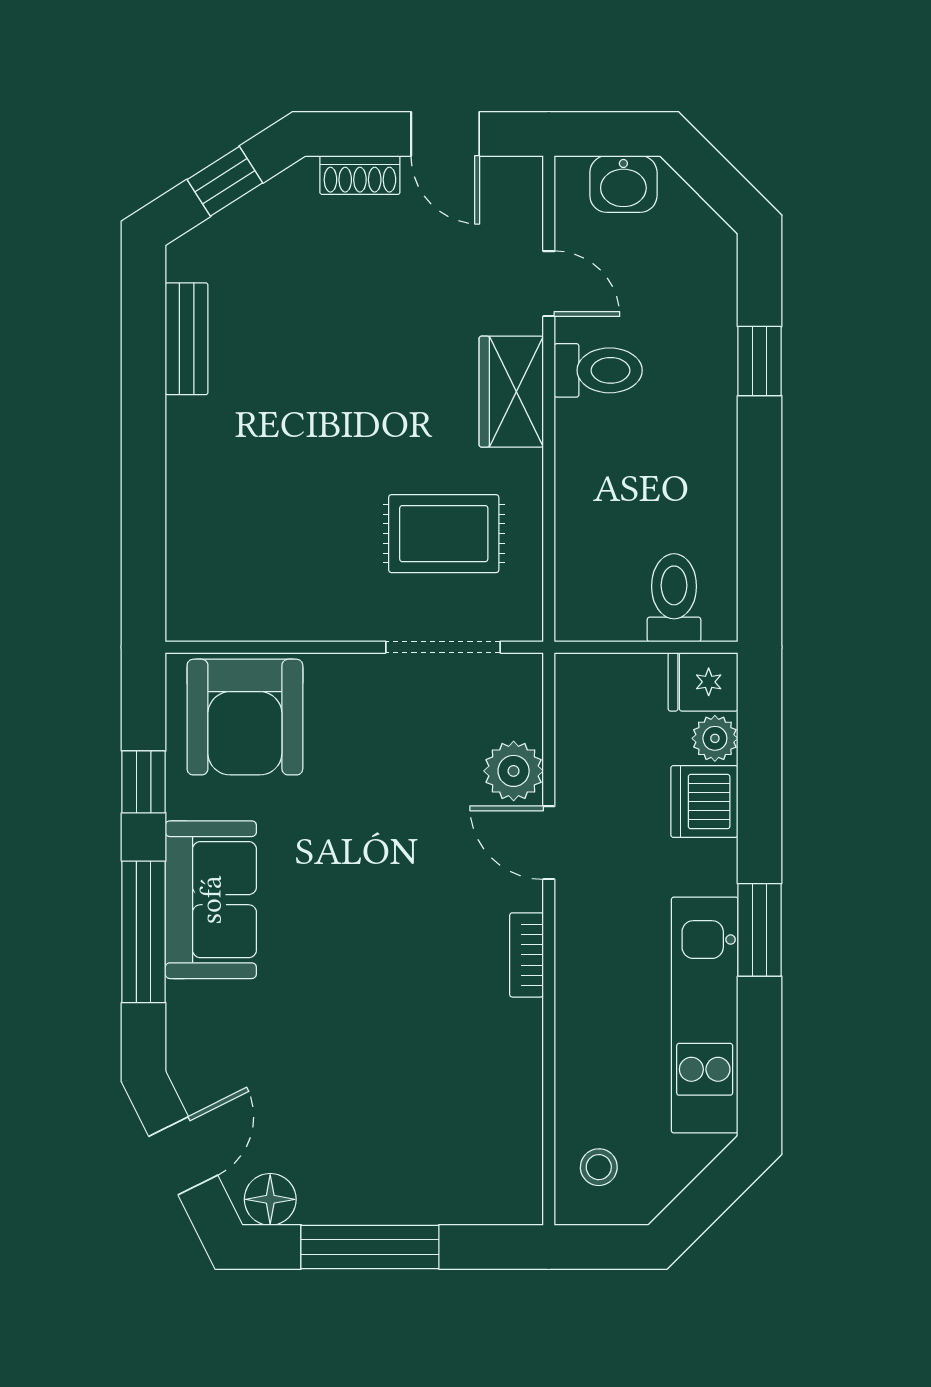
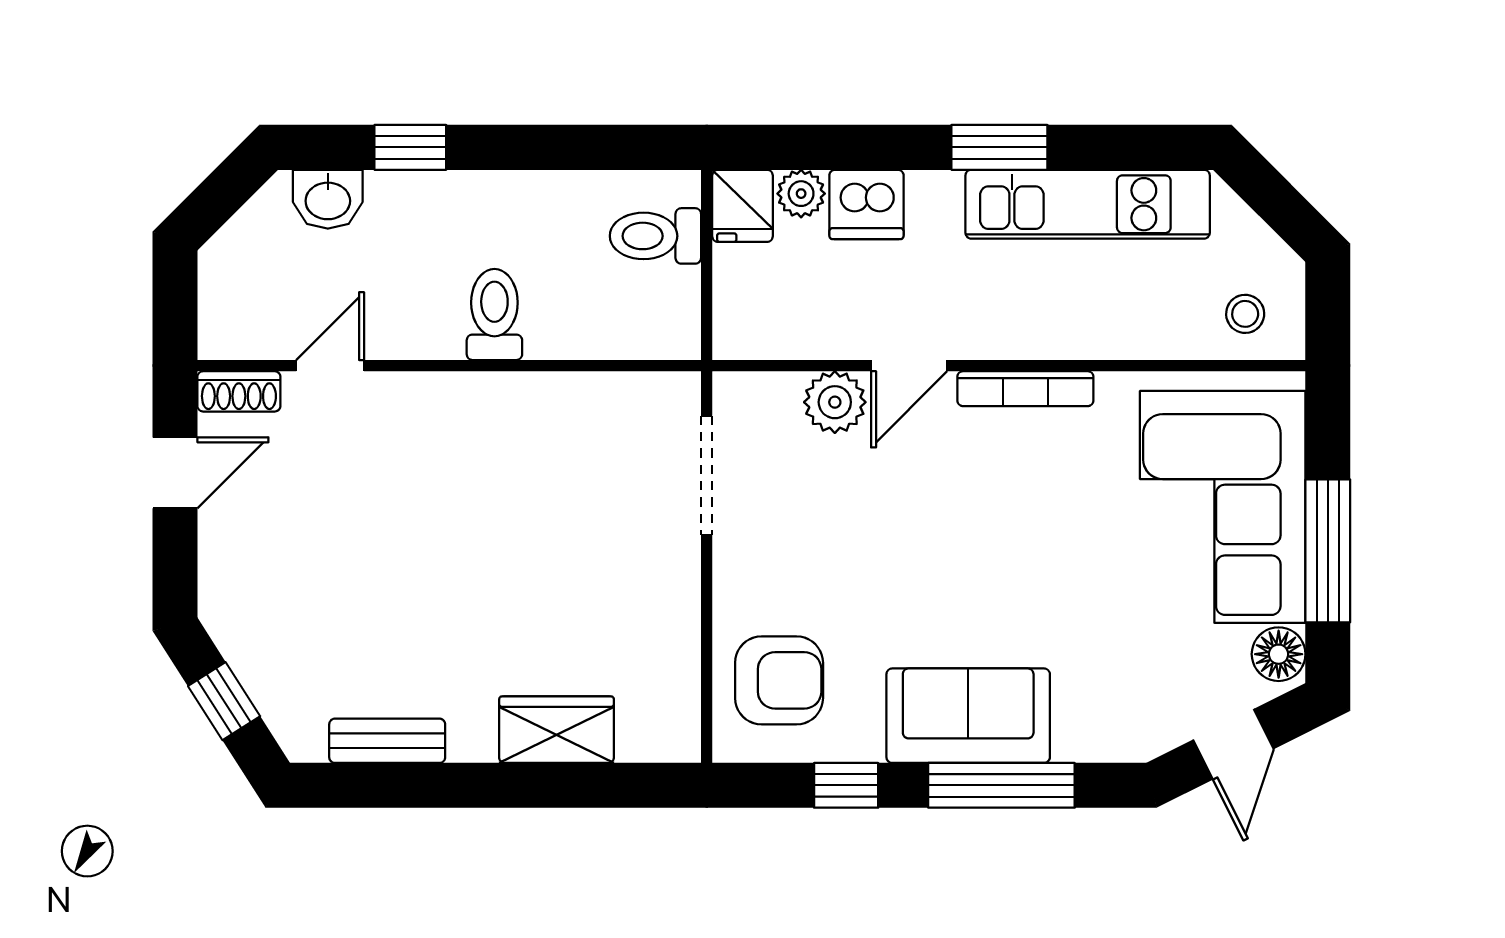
shoe rack: (360, 175) -> (239, 391), moved, turned 90
washbasin: (623, 184) -> (328, 199), moved, turned 90
toilet: (598, 370) -> (494, 314), moved
wardrobe: (511, 392) -> (557, 730), moved, turned 180
rug: (444, 534) -> (589, 474), removed
armchair: (245, 717) -> (779, 680), width x0.73, depth x0.73
bookcase: (527, 955) -> (1025, 389), width x1.56
corner sofa: (412, 1145) -> (1223, 507), added
door: (183, 1156) -> (1233, 744), swing flipped

